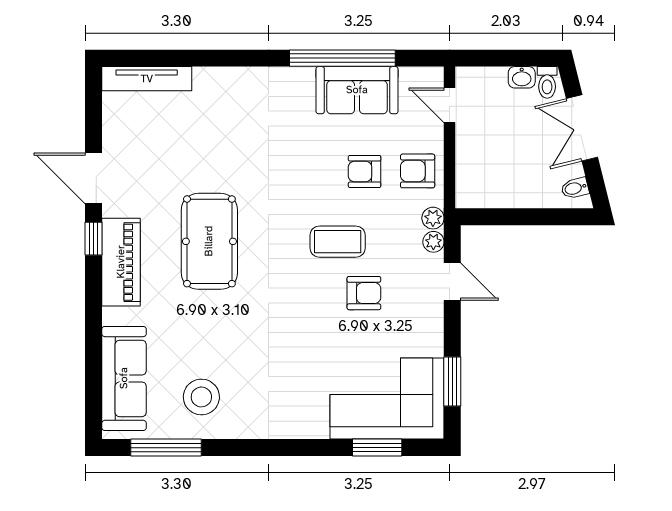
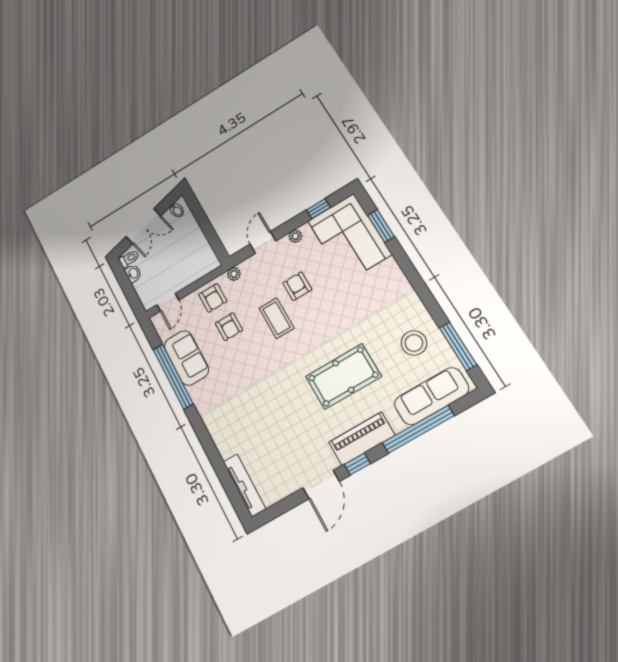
pool table: (209, 241) -> (343, 376), moved
plant: (433, 242) -> (295, 236), moved
window: (94, 338) -> (418, 429), added
window: (452, 382) -> (318, 209), width x0.67

